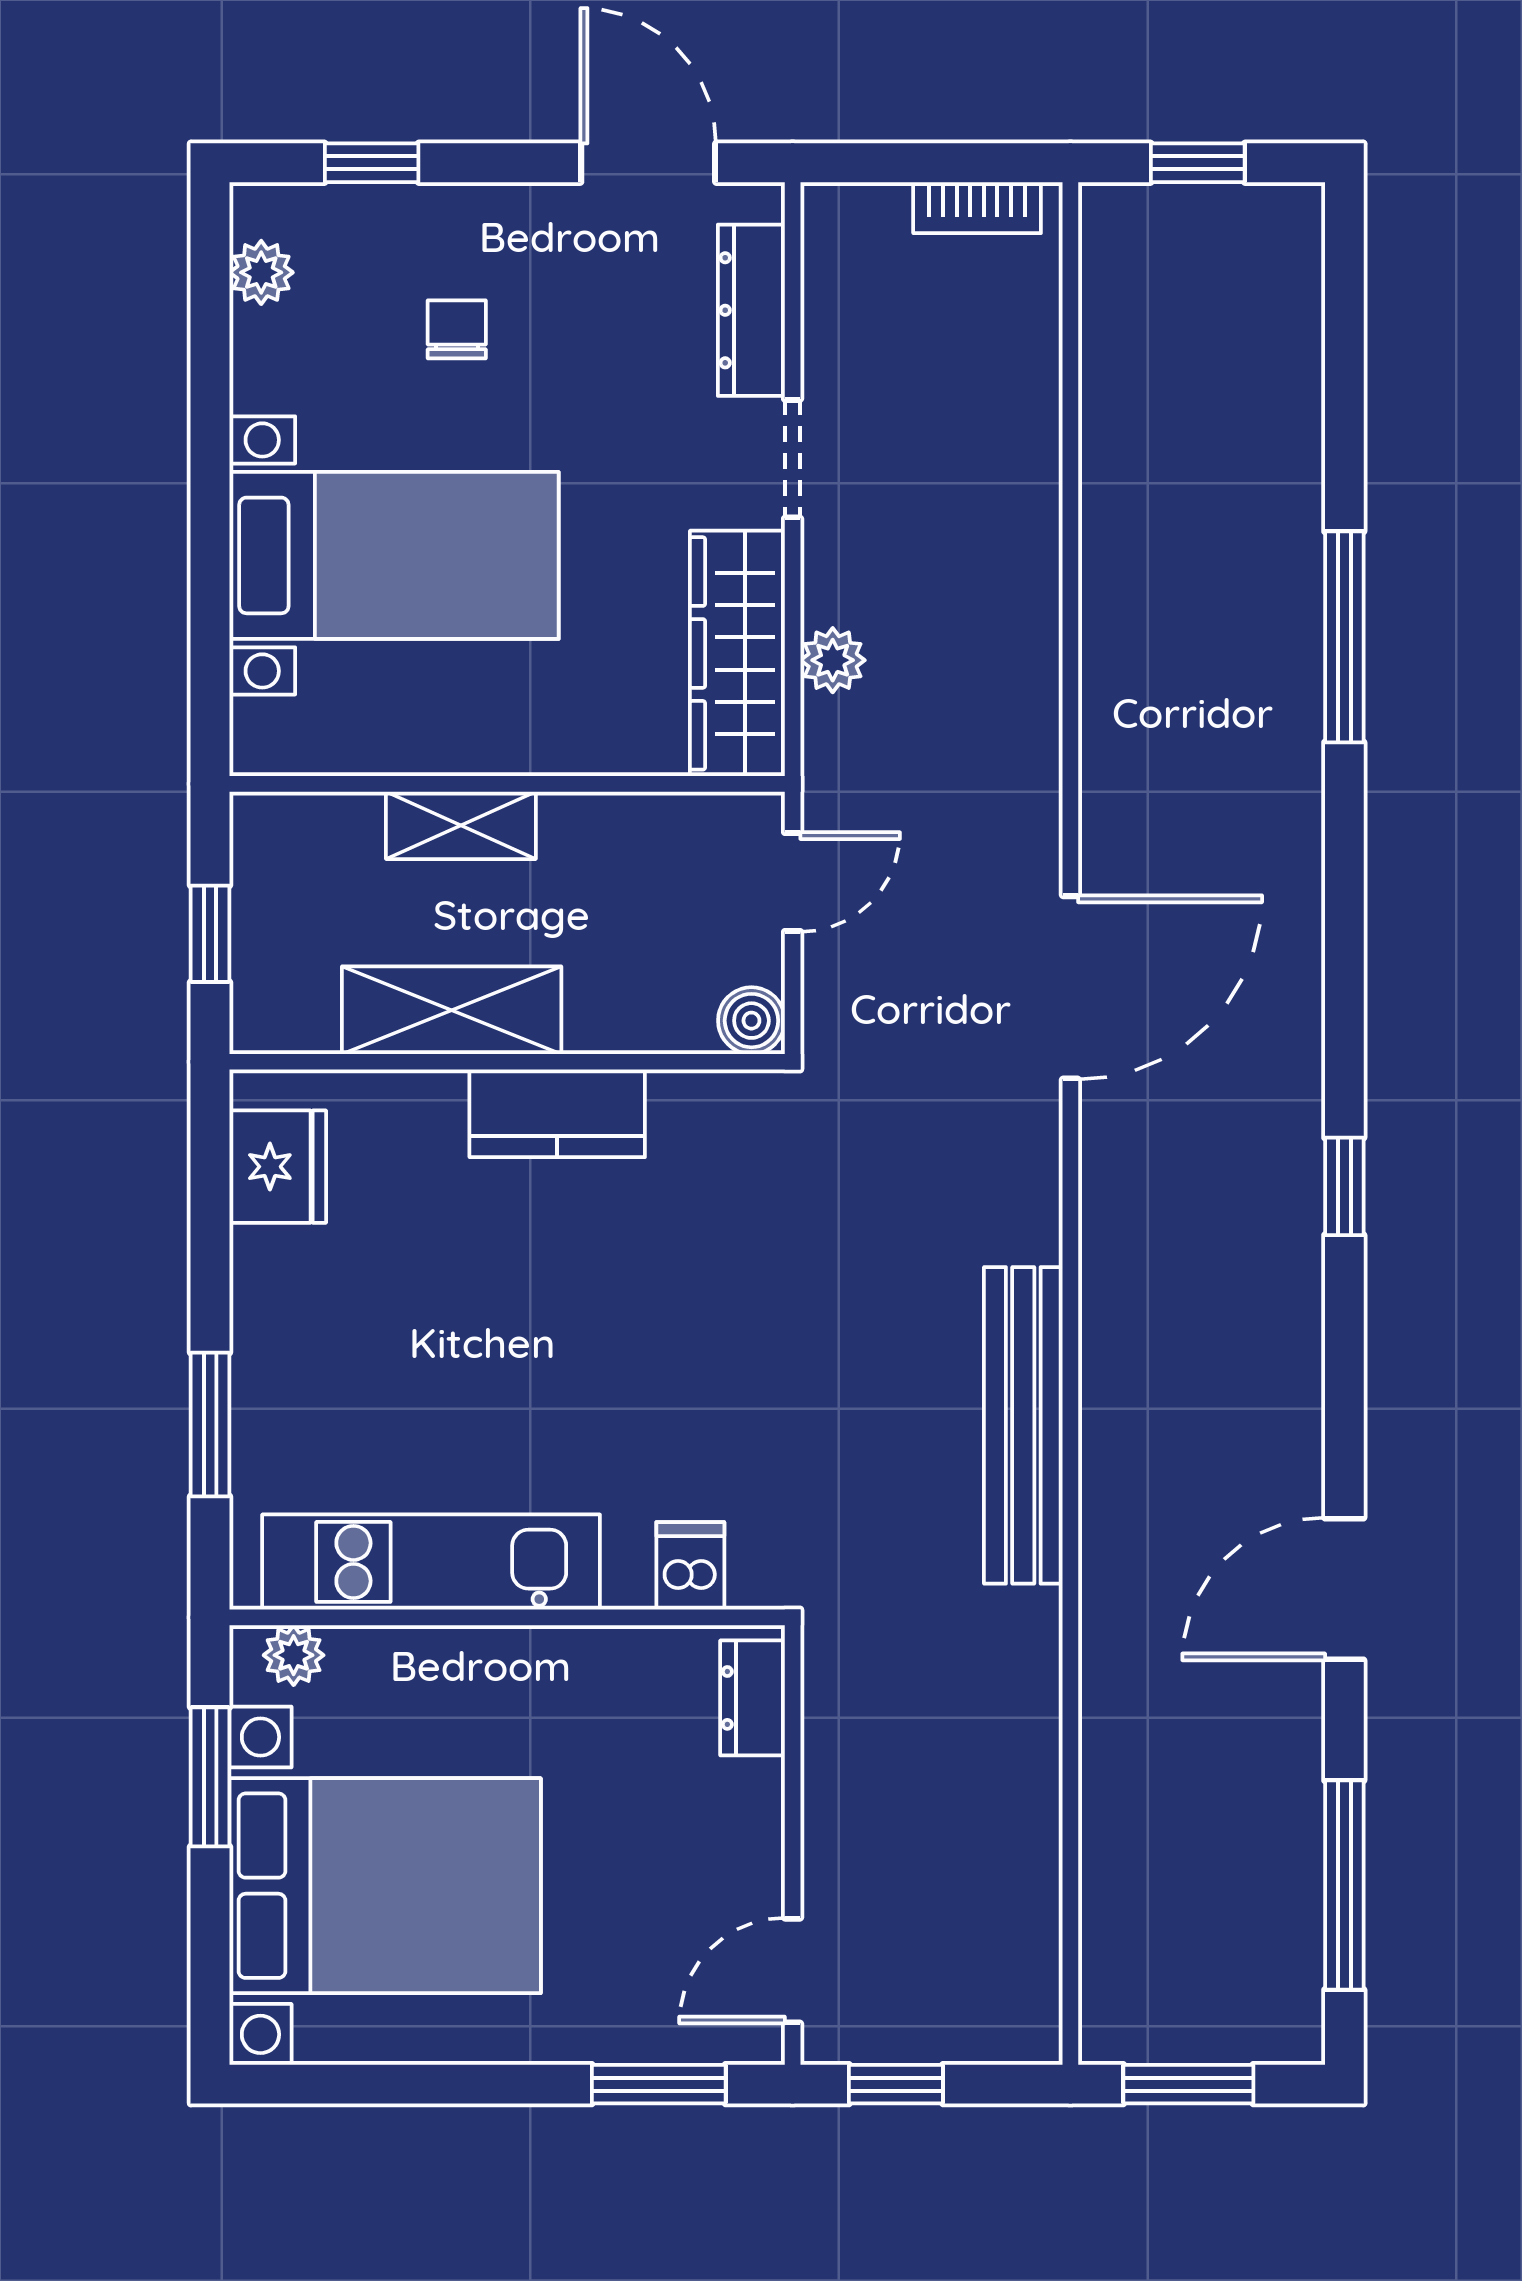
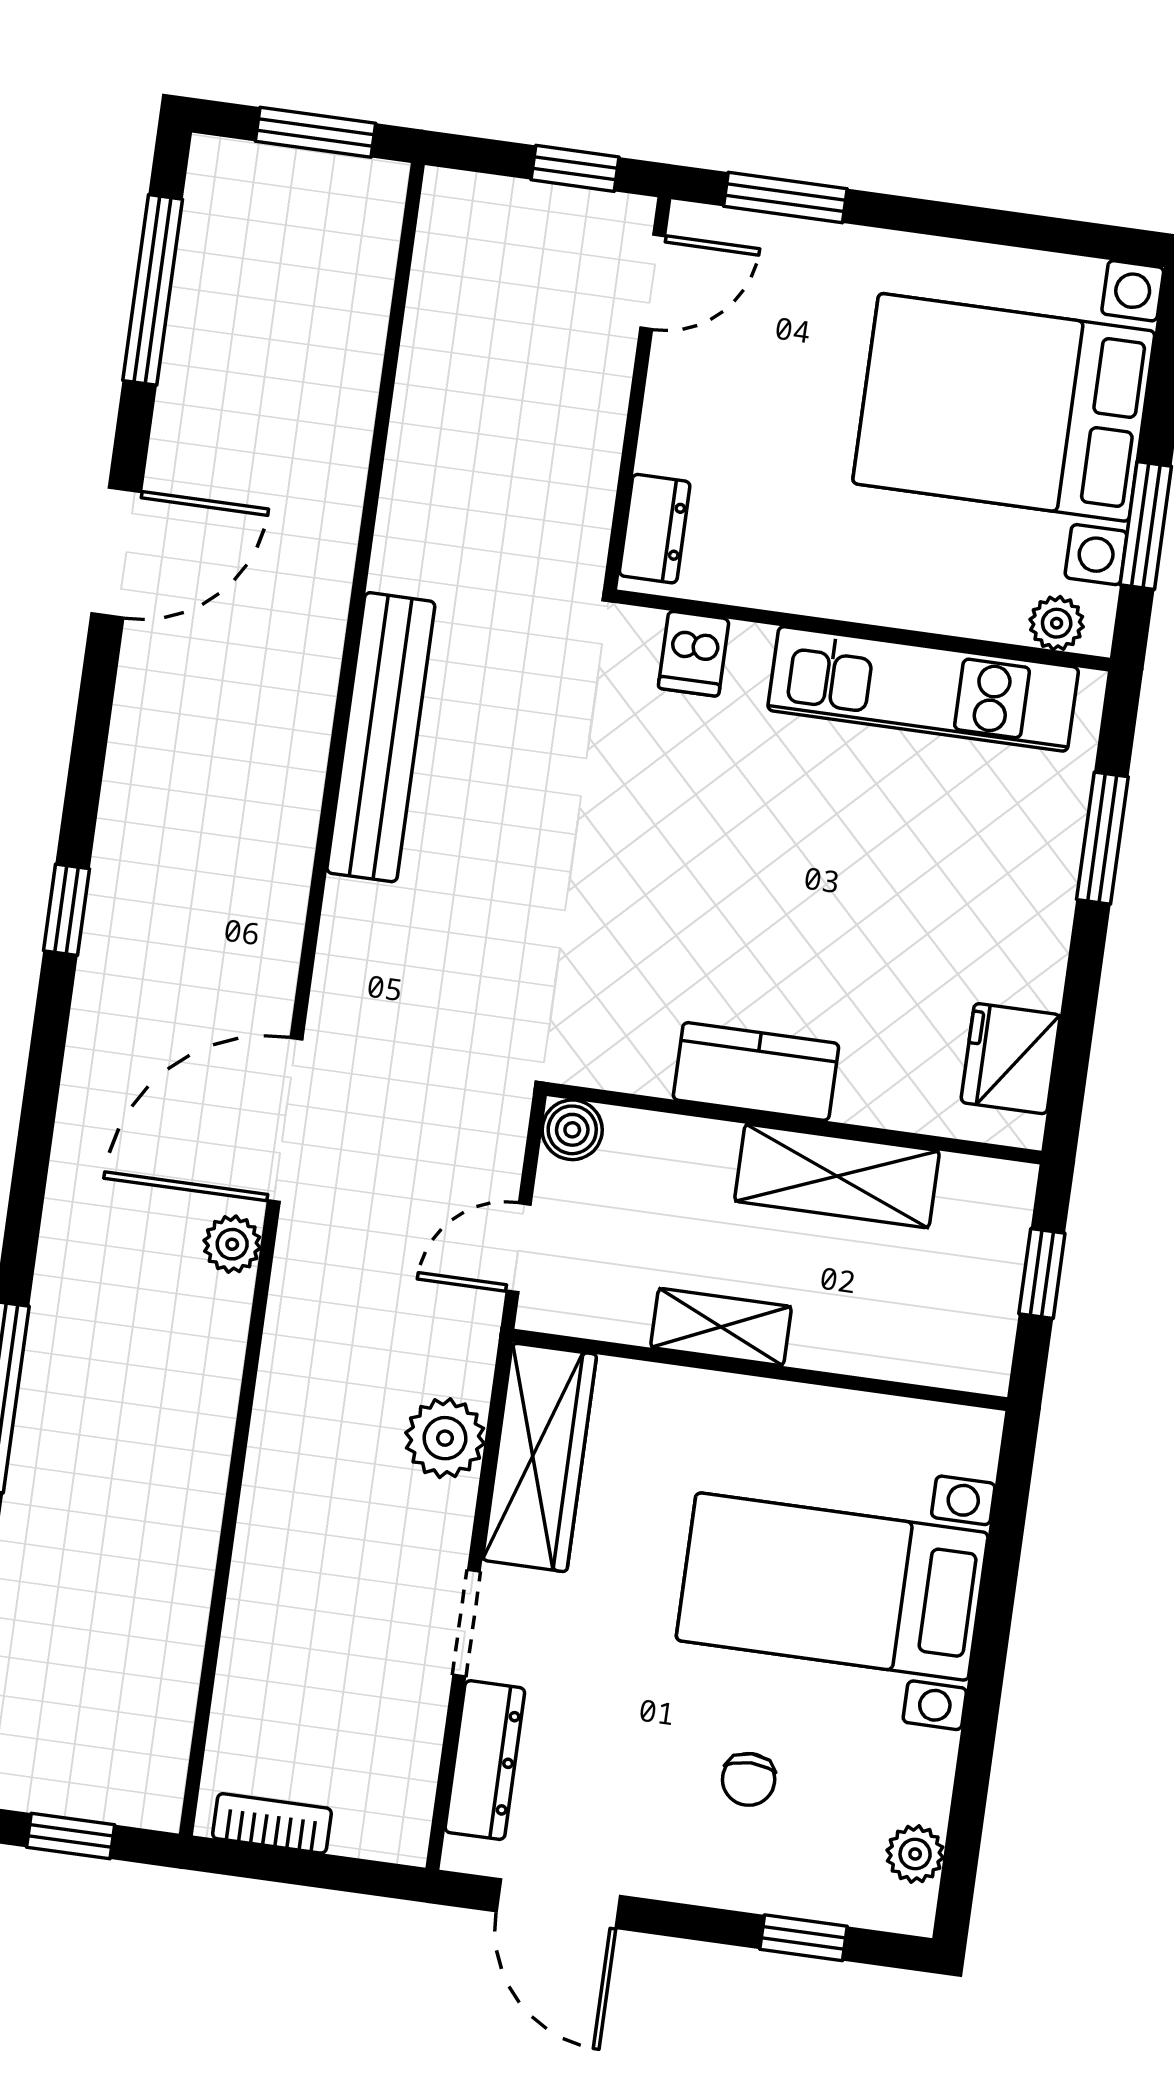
plant: (833, 660) -> (445, 1438), width x1.38, depth x1.38
shelving: (461, 825) -> (721, 1327), moved
plant: (1110, 842) -> (232, 1244), added

